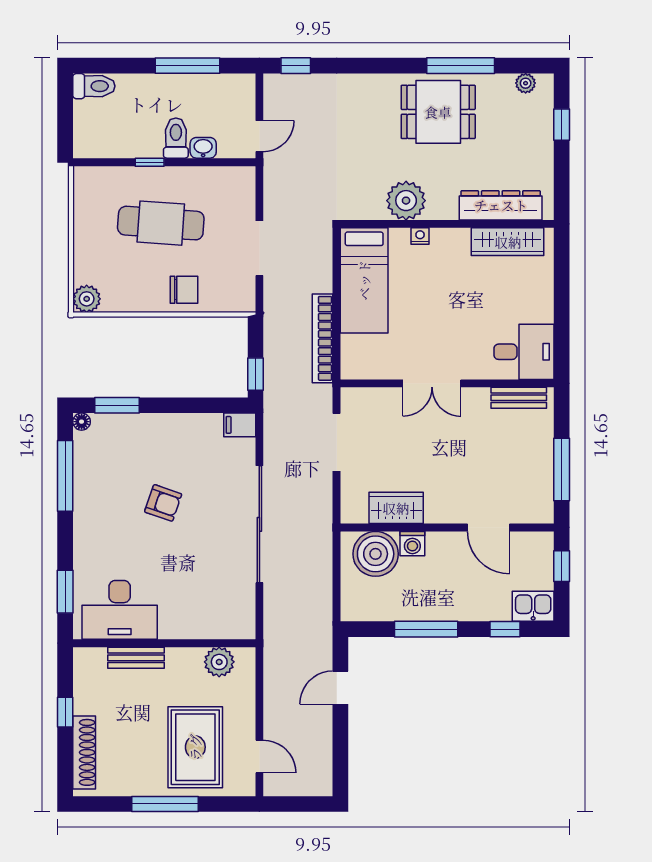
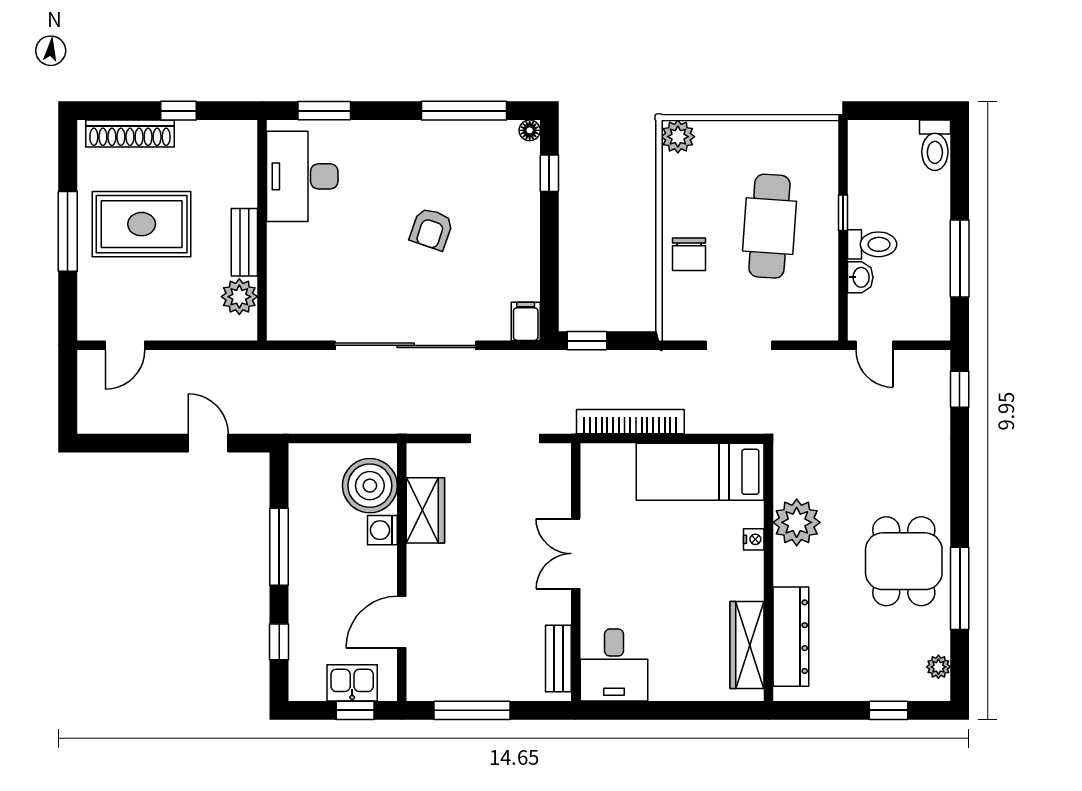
window: (117, 405) -> (549, 173), width x0.67
kitchen sink: (533, 606) -> (352, 683), moved, turned -90
bench: (136, 658) -> (244, 242), moved
rug: (195, 747) -> (142, 224), moved

